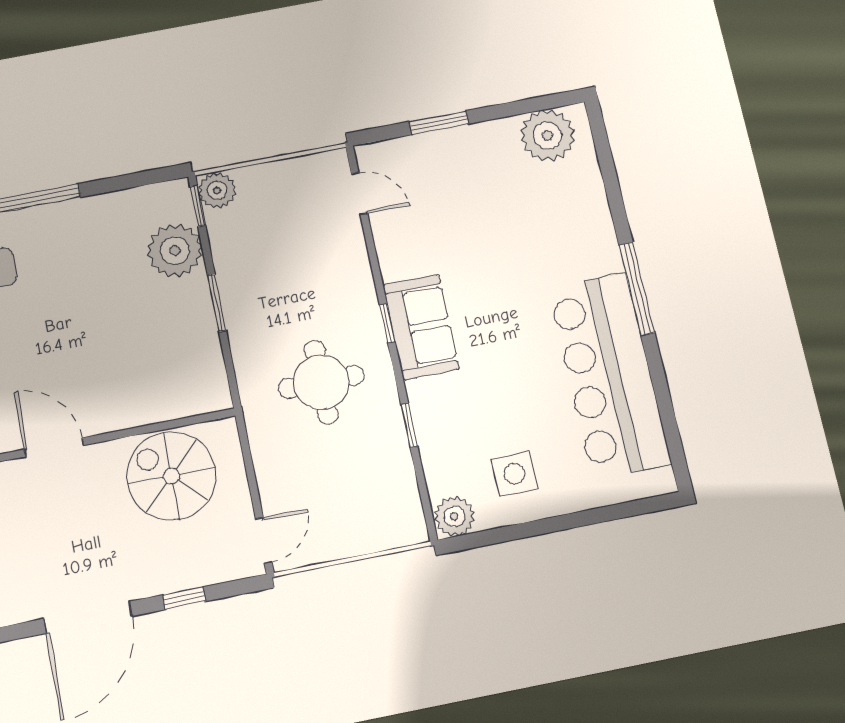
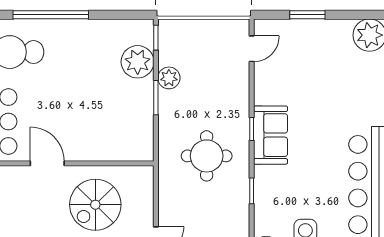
plant: (217, 190) -> (169, 78), moved
door: (359, 194) -> (252, 49), hinge flipped
spiral stairs: (171, 476) -> (95, 205), moved, turned -90

